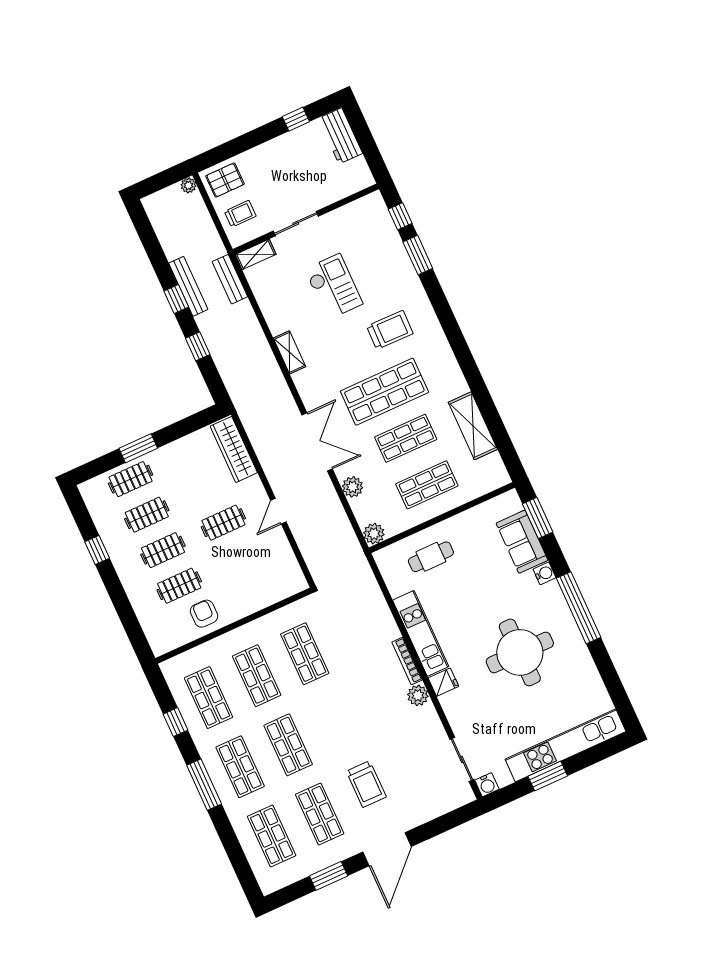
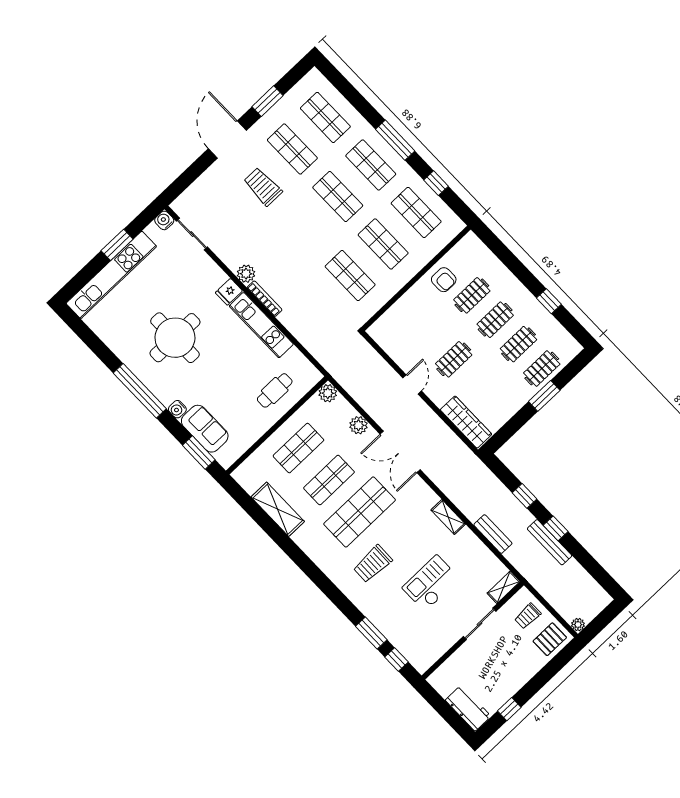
bench: (230, 279) -> (493, 534), moved
checkout: (334, 287) -> (431, 583), turned 90

